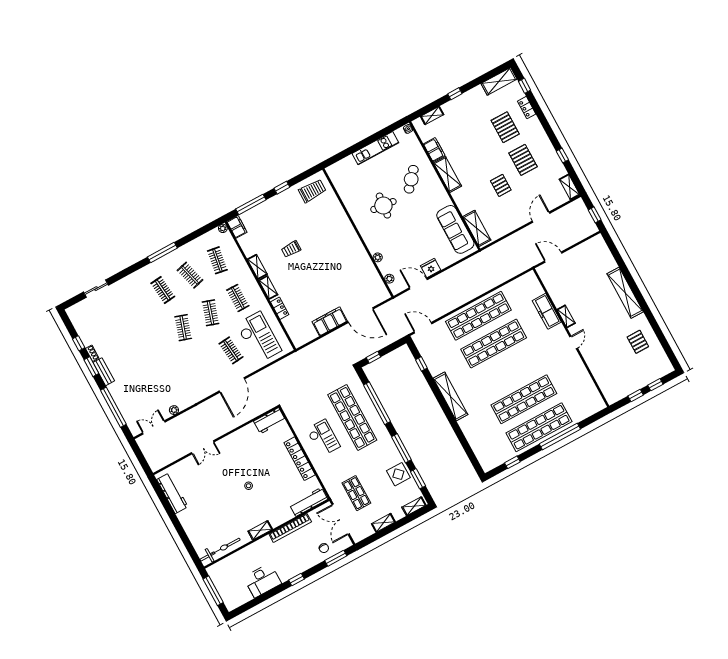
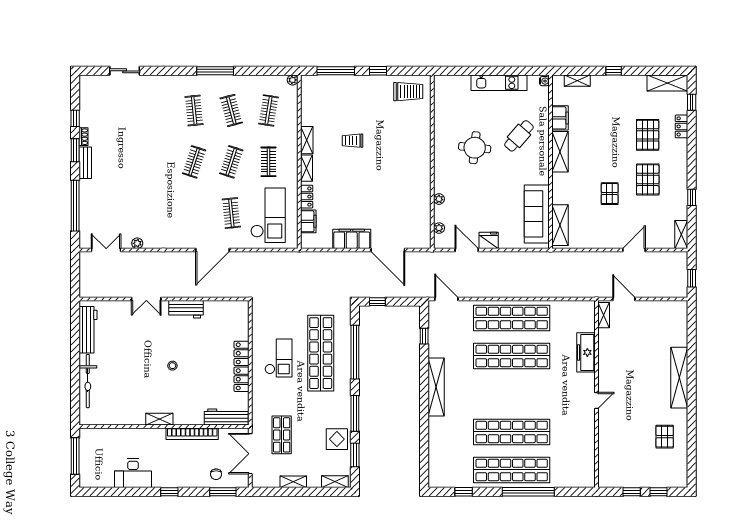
filing cabinet: (237, 227) -> (308, 221), moved
shelving: (566, 316) -> (604, 315), moved
workbench: (270, 421) -> (186, 309), moved
bicycle: (220, 550) -> (88, 381), moved, turned 90

